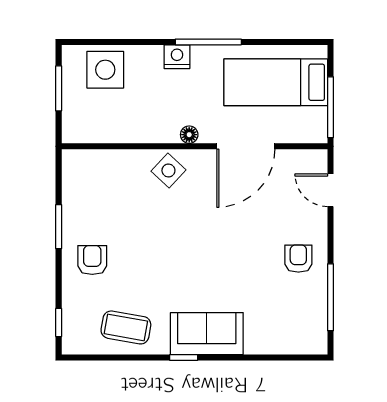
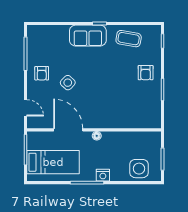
door: (246, 146) -> (68, 130), hinge flipped
side table: (168, 171) -> (68, 83), moved

